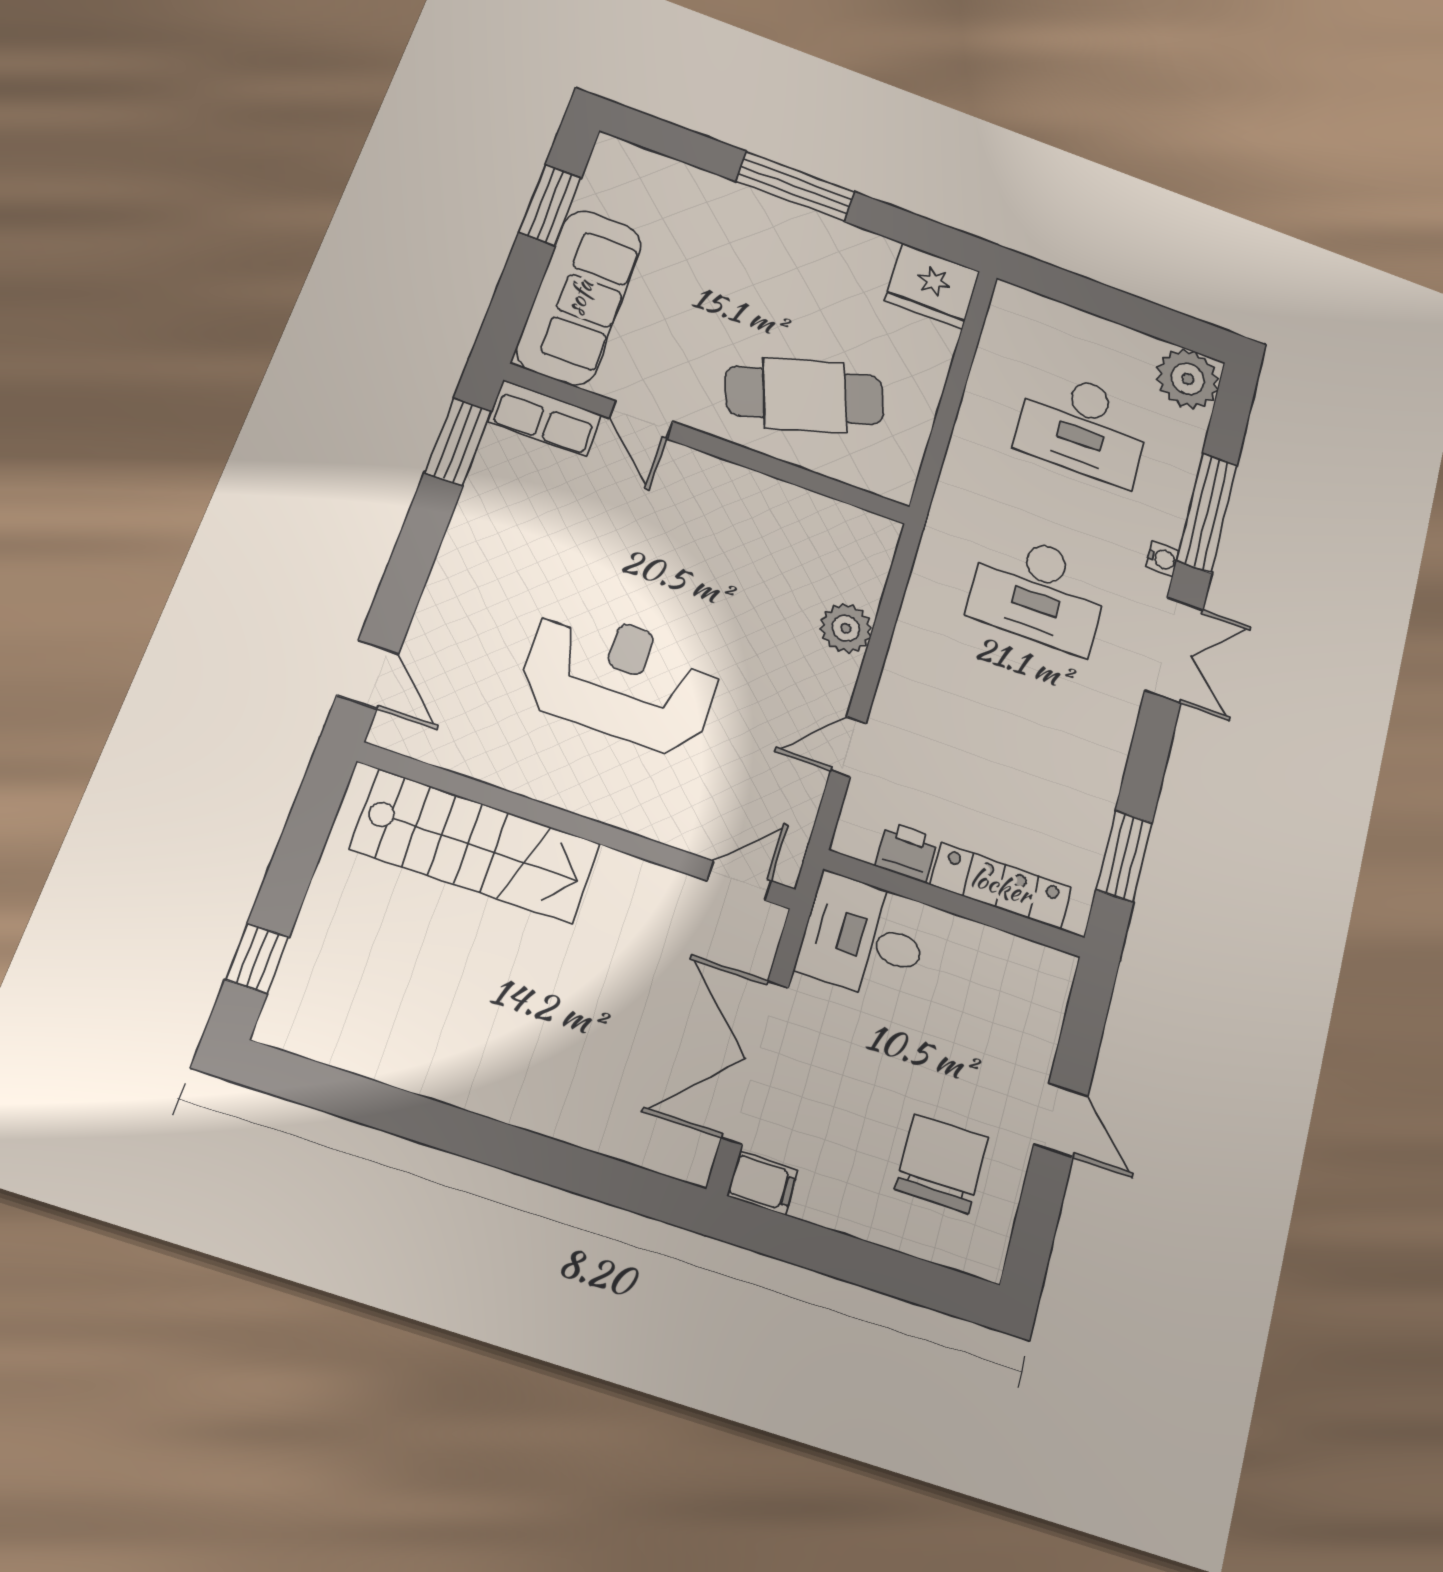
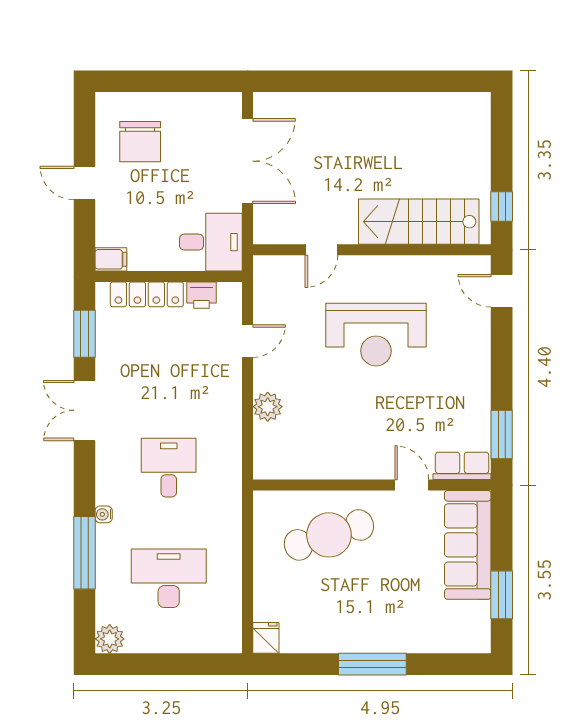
fridge: (932, 286) -> (266, 638), width x0.53, depth x0.75
plant: (1188, 379) -> (110, 639), width x0.73, depth x0.73
desk: (1038, 592) -> (169, 468), width x0.73
double door: (1174, 650) -> (84, 410), moved
door: (739, 881) -> (321, 250), moved
window: (257, 958) -> (502, 206), moved
filing cabinet: (763, 1183) -> (111, 259), moved, turned 180

